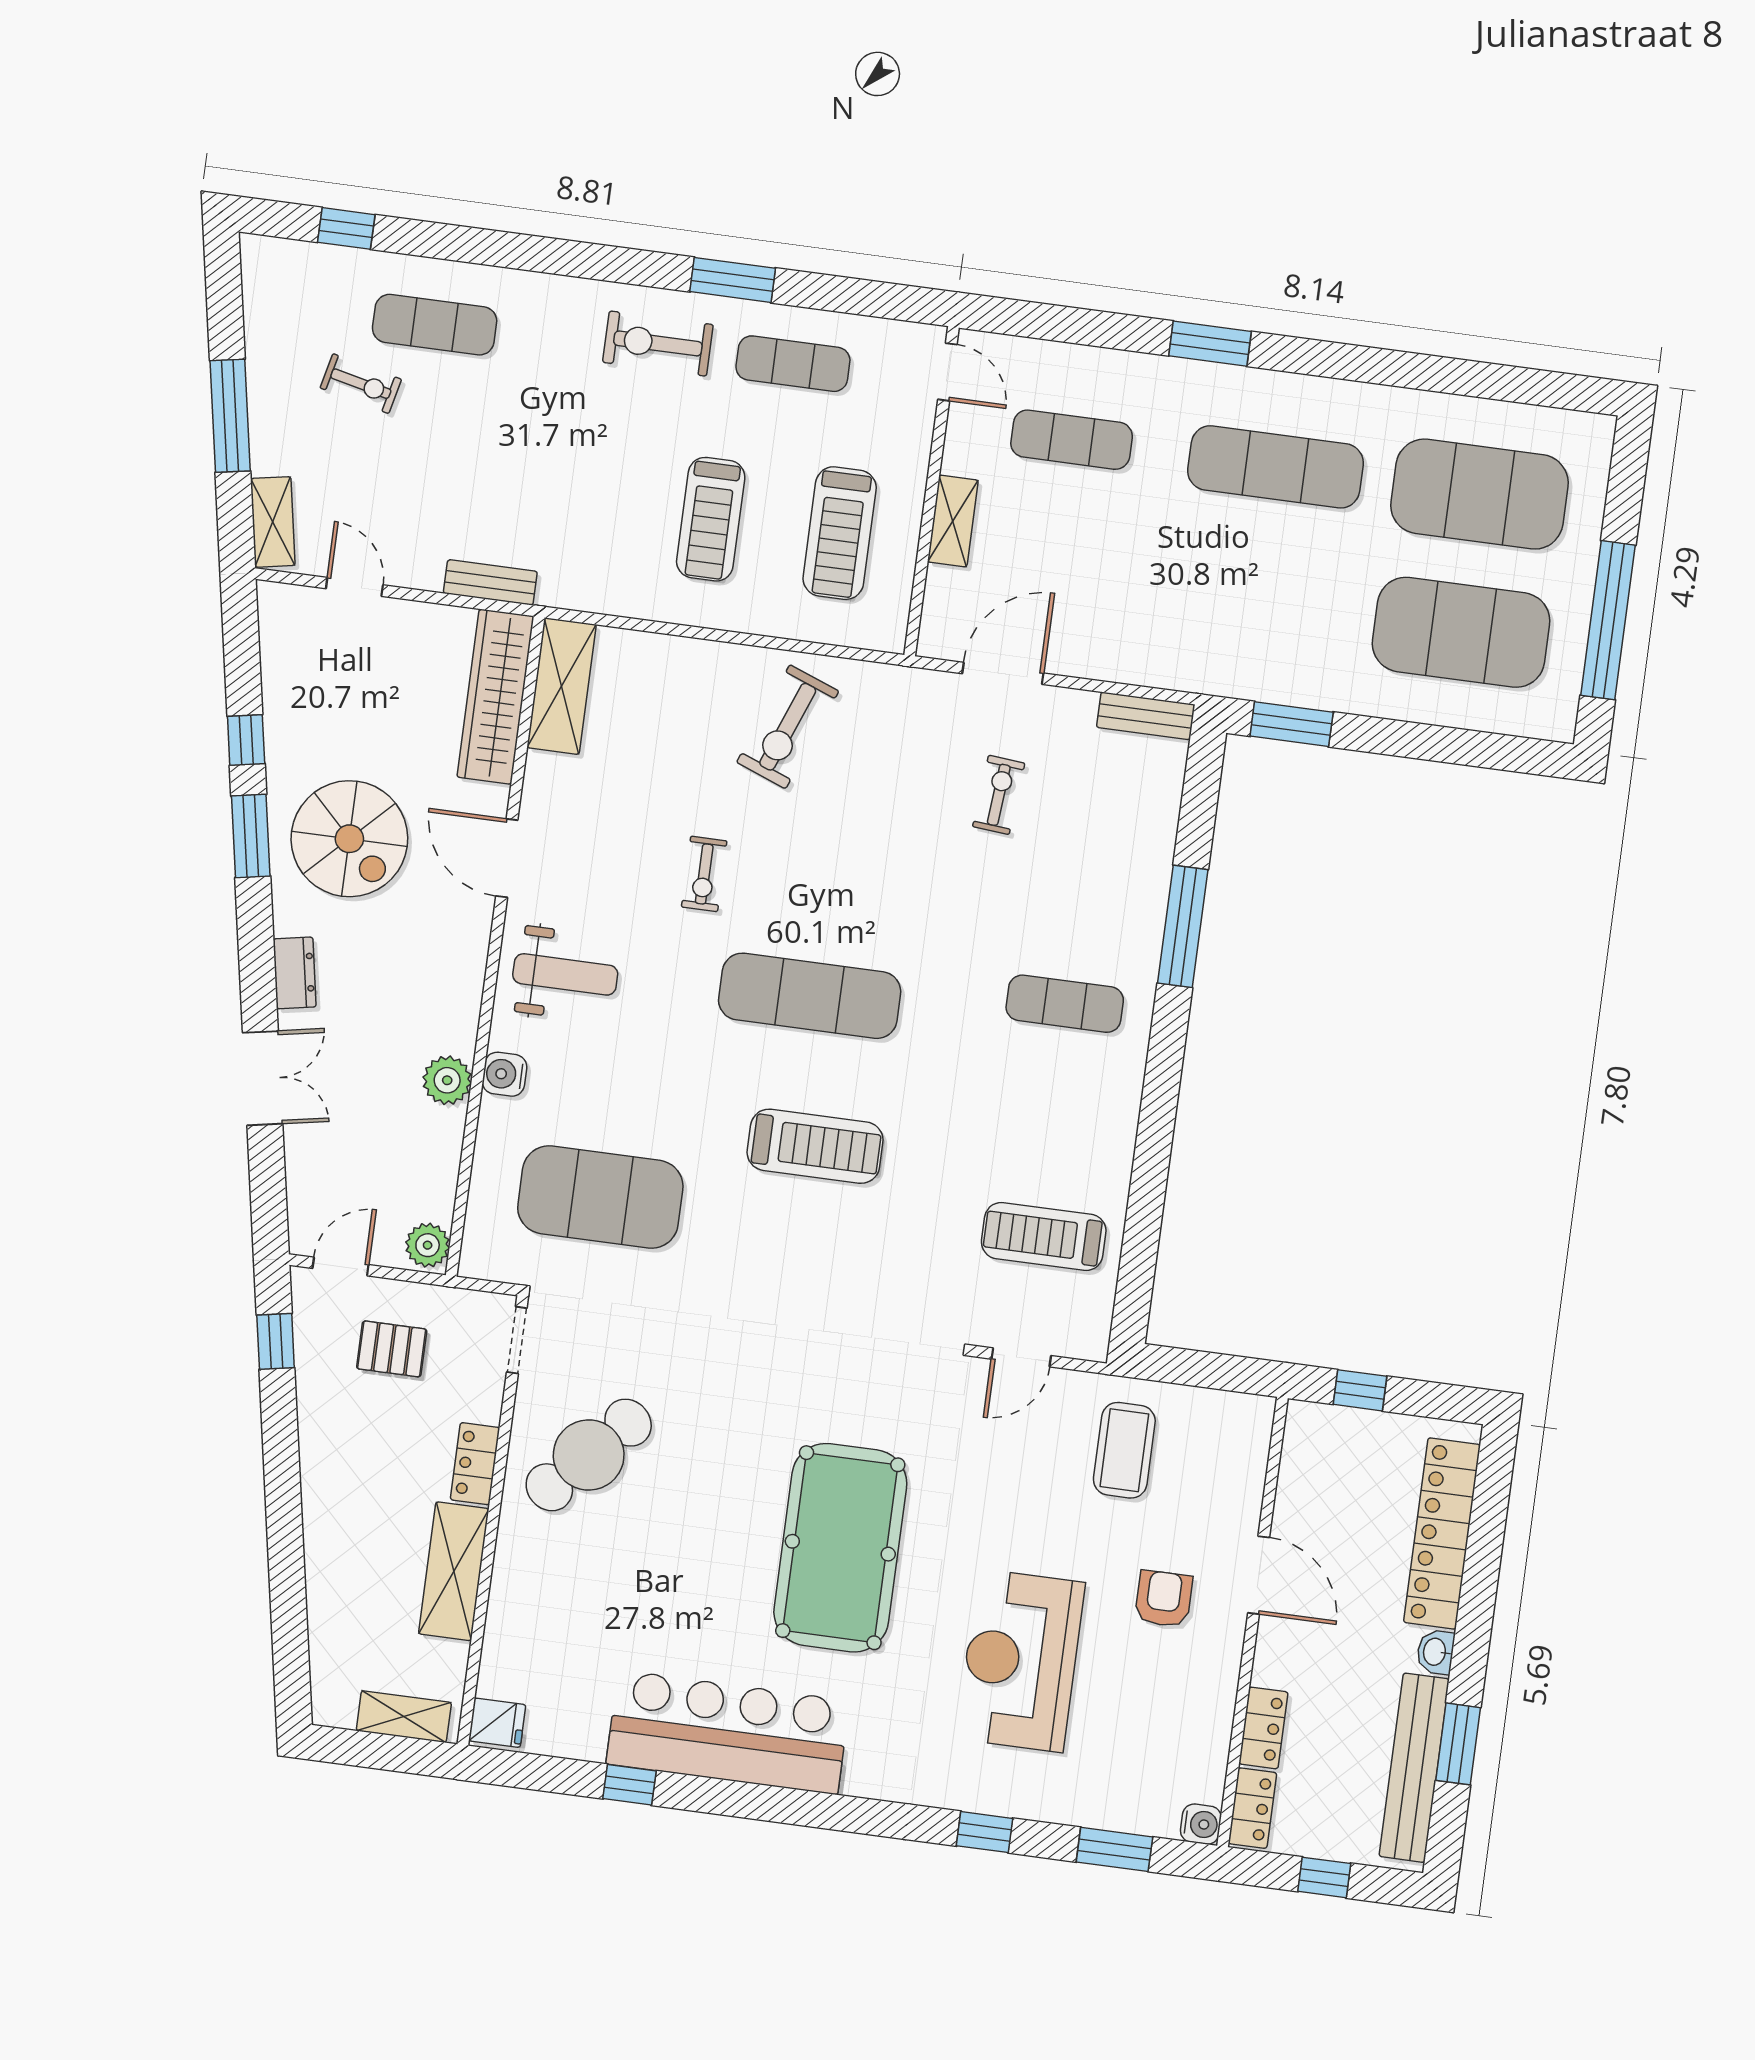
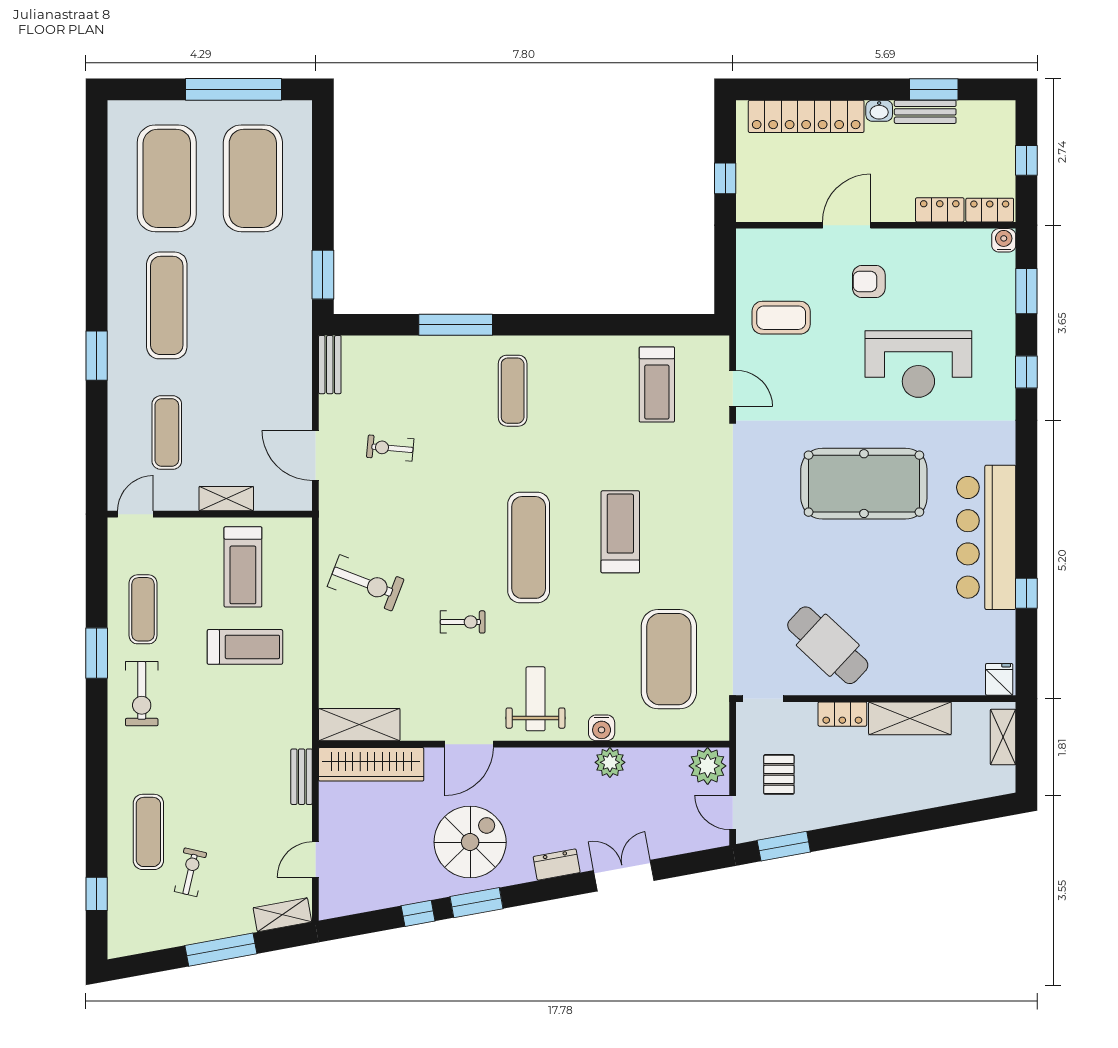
treadmill: (840, 533) -> (243, 567), turned 90
plant: (428, 1245) -> (708, 766), width x1.36, depth x1.36
window: (276, 1341) -> (784, 846), width x1.50
bench: (1414, 1768) -> (925, 112), width x0.54, depth x0.82

